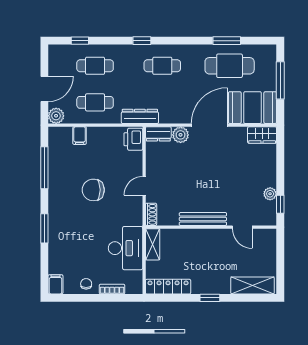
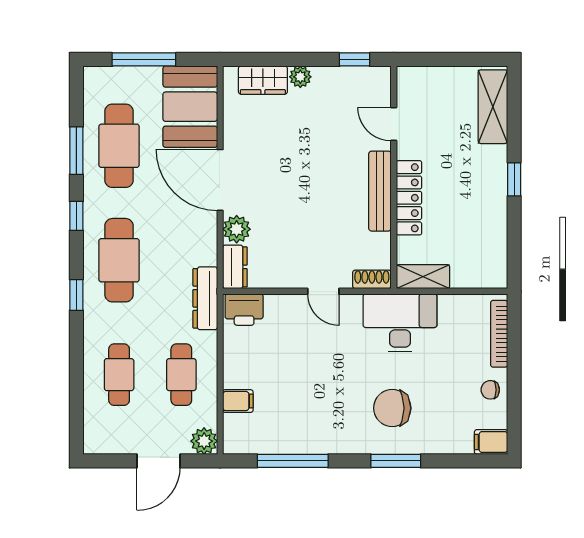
window: (80, 41) -> (76, 216), moved
cafe table: (162, 66) -> (119, 260), width x1.37, depth x1.35
door: (44, 89) -> (159, 461), swing flipped
wardrobe: (262, 135) -> (263, 80), moved, turned 90
chair: (93, 190) -> (392, 408), moved, turned 90
plant: (270, 194) -> (300, 77), moved
door: (242, 227) -> (394, 124), swing flipped
desk: (125, 248) -> (400, 323), moved
locker: (168, 287) -> (409, 198), moved, turned 180
bookcase: (112, 289) -> (499, 334), width x1.56

